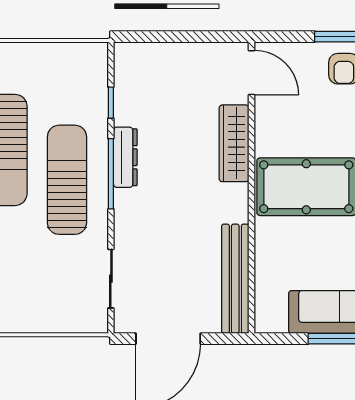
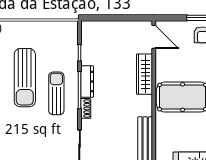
sun lounger: (67, 180) -> (56, 93), width x0.73, depth x0.75
shoe rack: (123, 208) -> (86, 108), added

